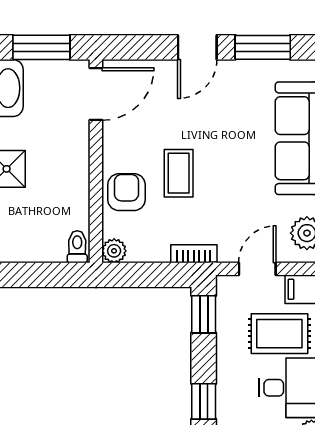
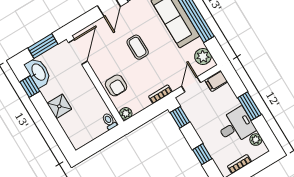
coffee table: (179, 173) -> (138, 47), moved
armchair: (126, 192) -> (116, 85), turned 180
rug: (279, 334) -> (217, 106), removed

